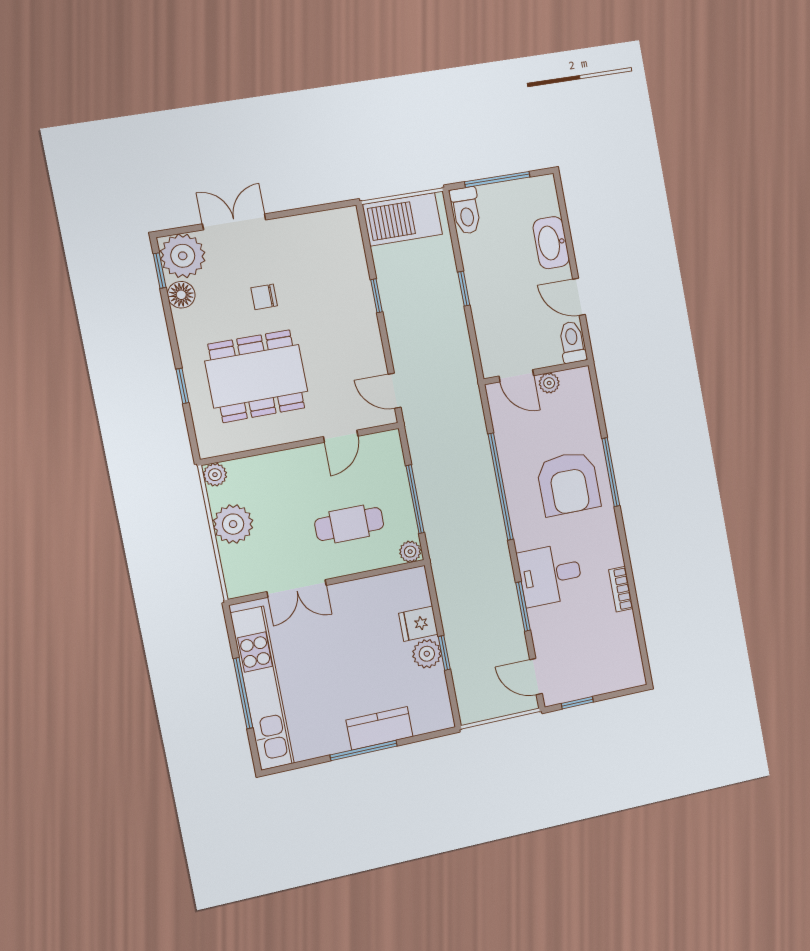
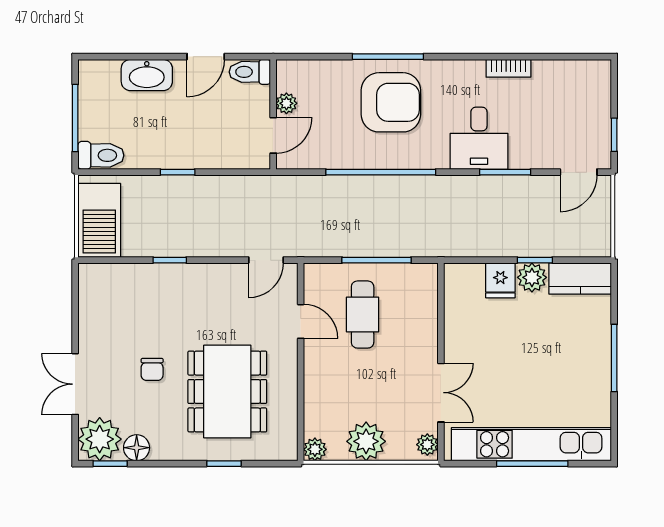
cafe table: (349, 524) -> (363, 315), moved
plant: (410, 552) -> (427, 445), moved
kitchen counter: (380, 728) -> (580, 278), moved, turned -90

